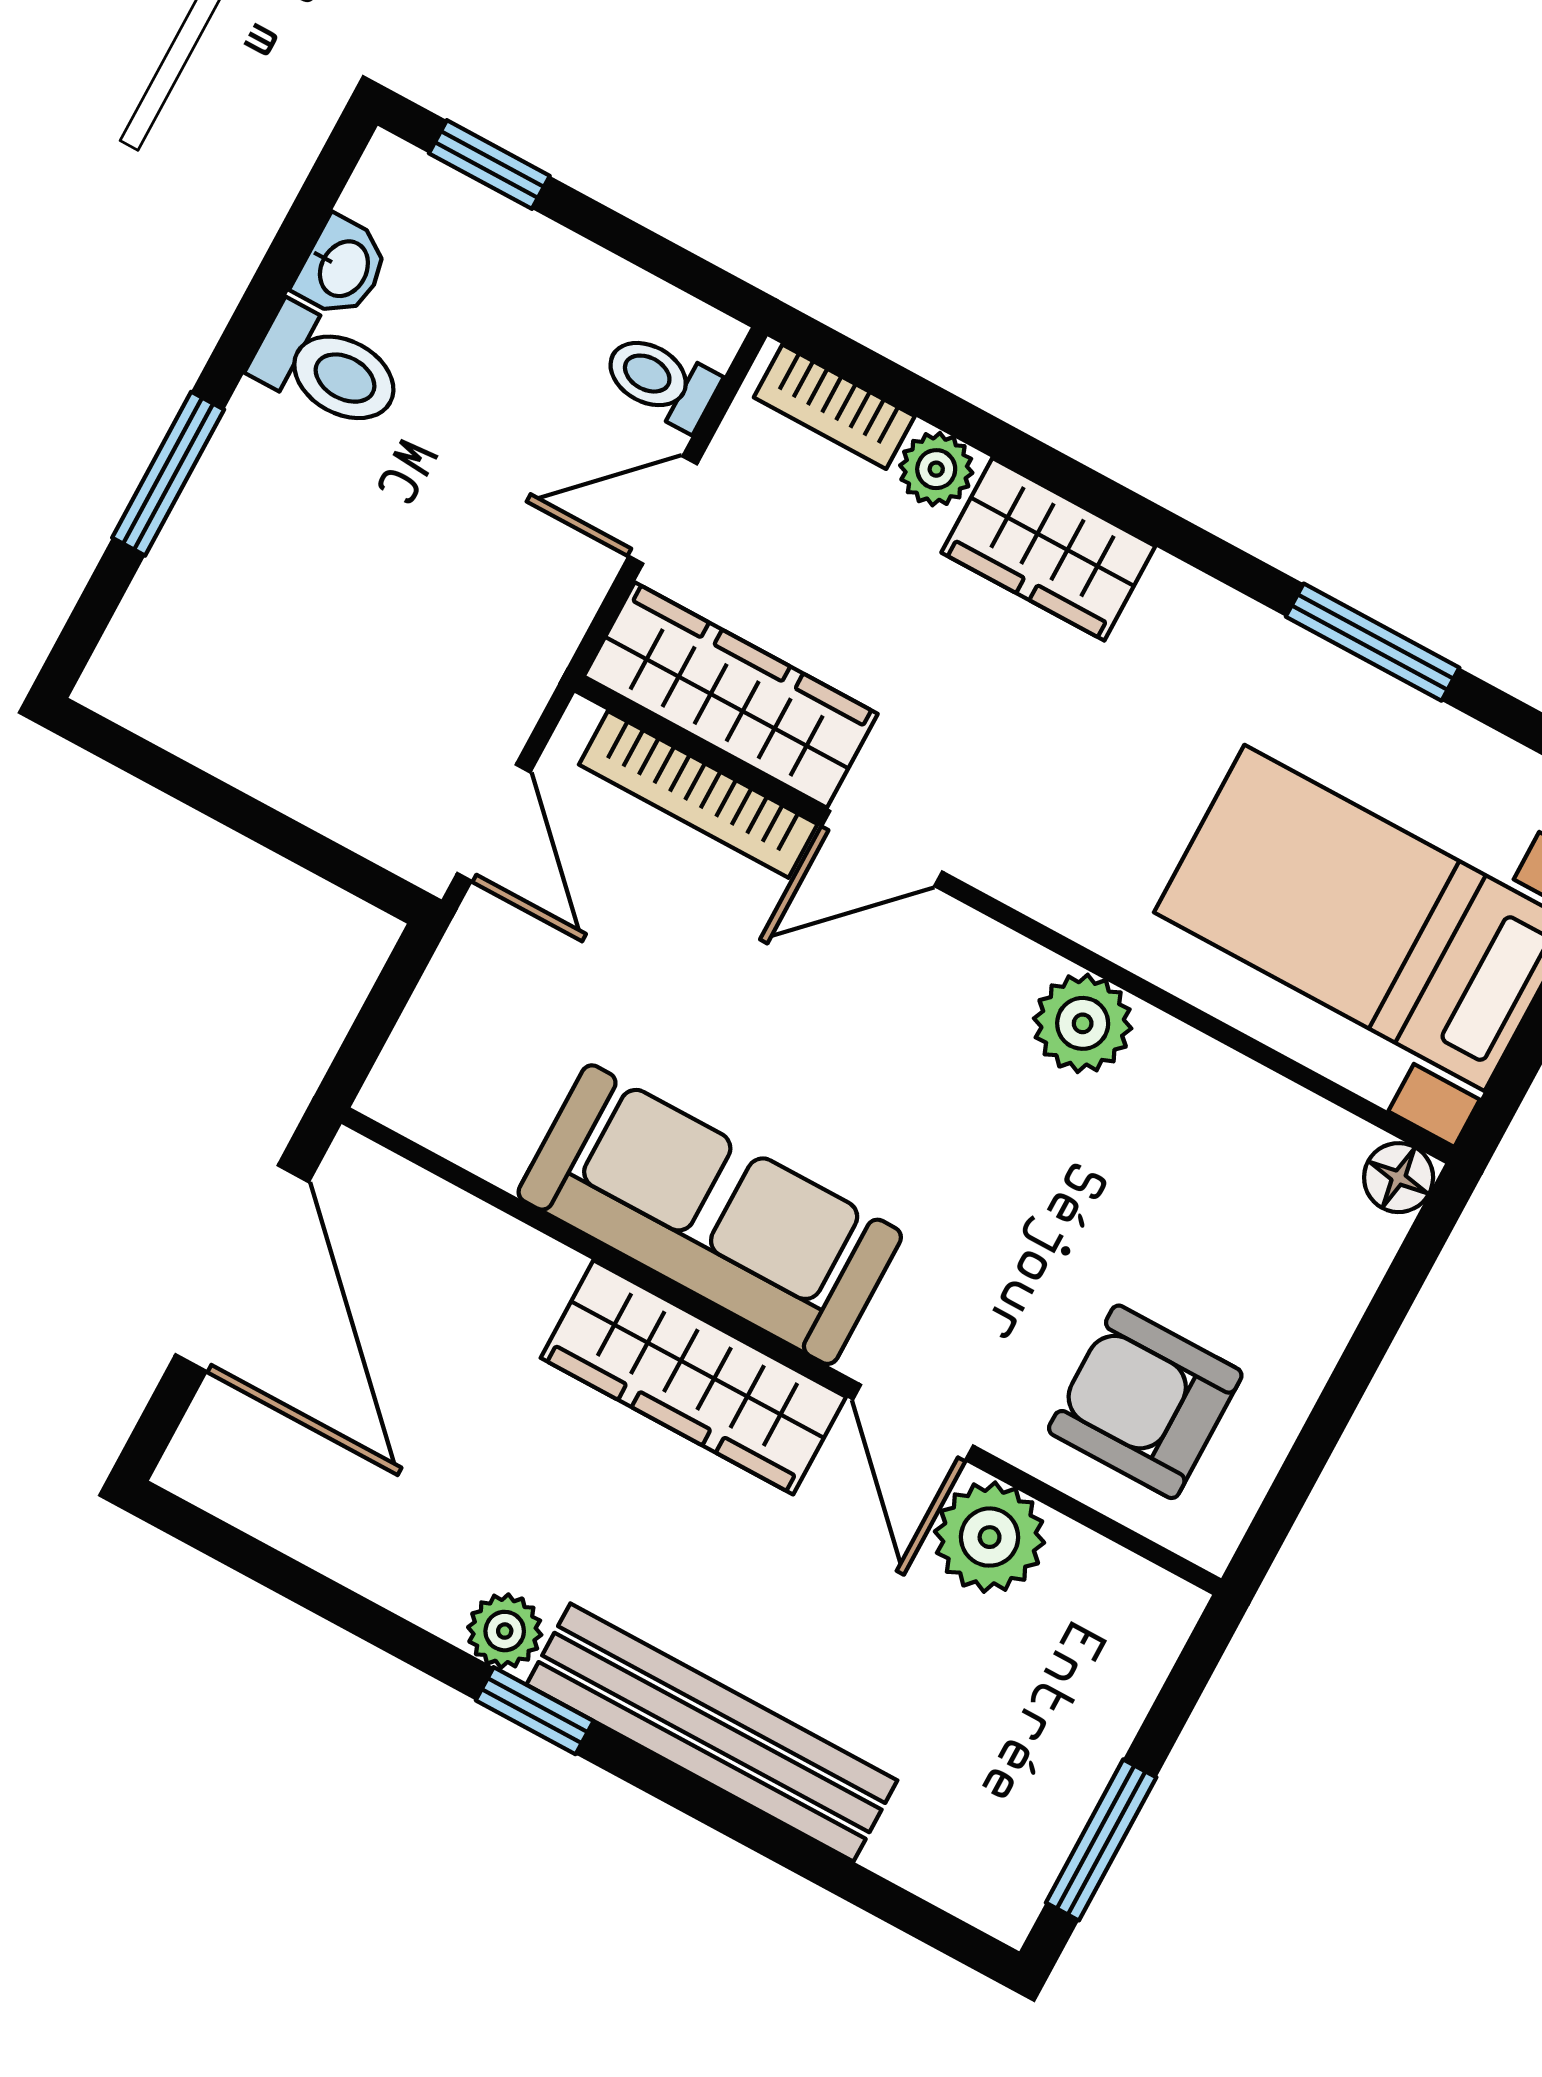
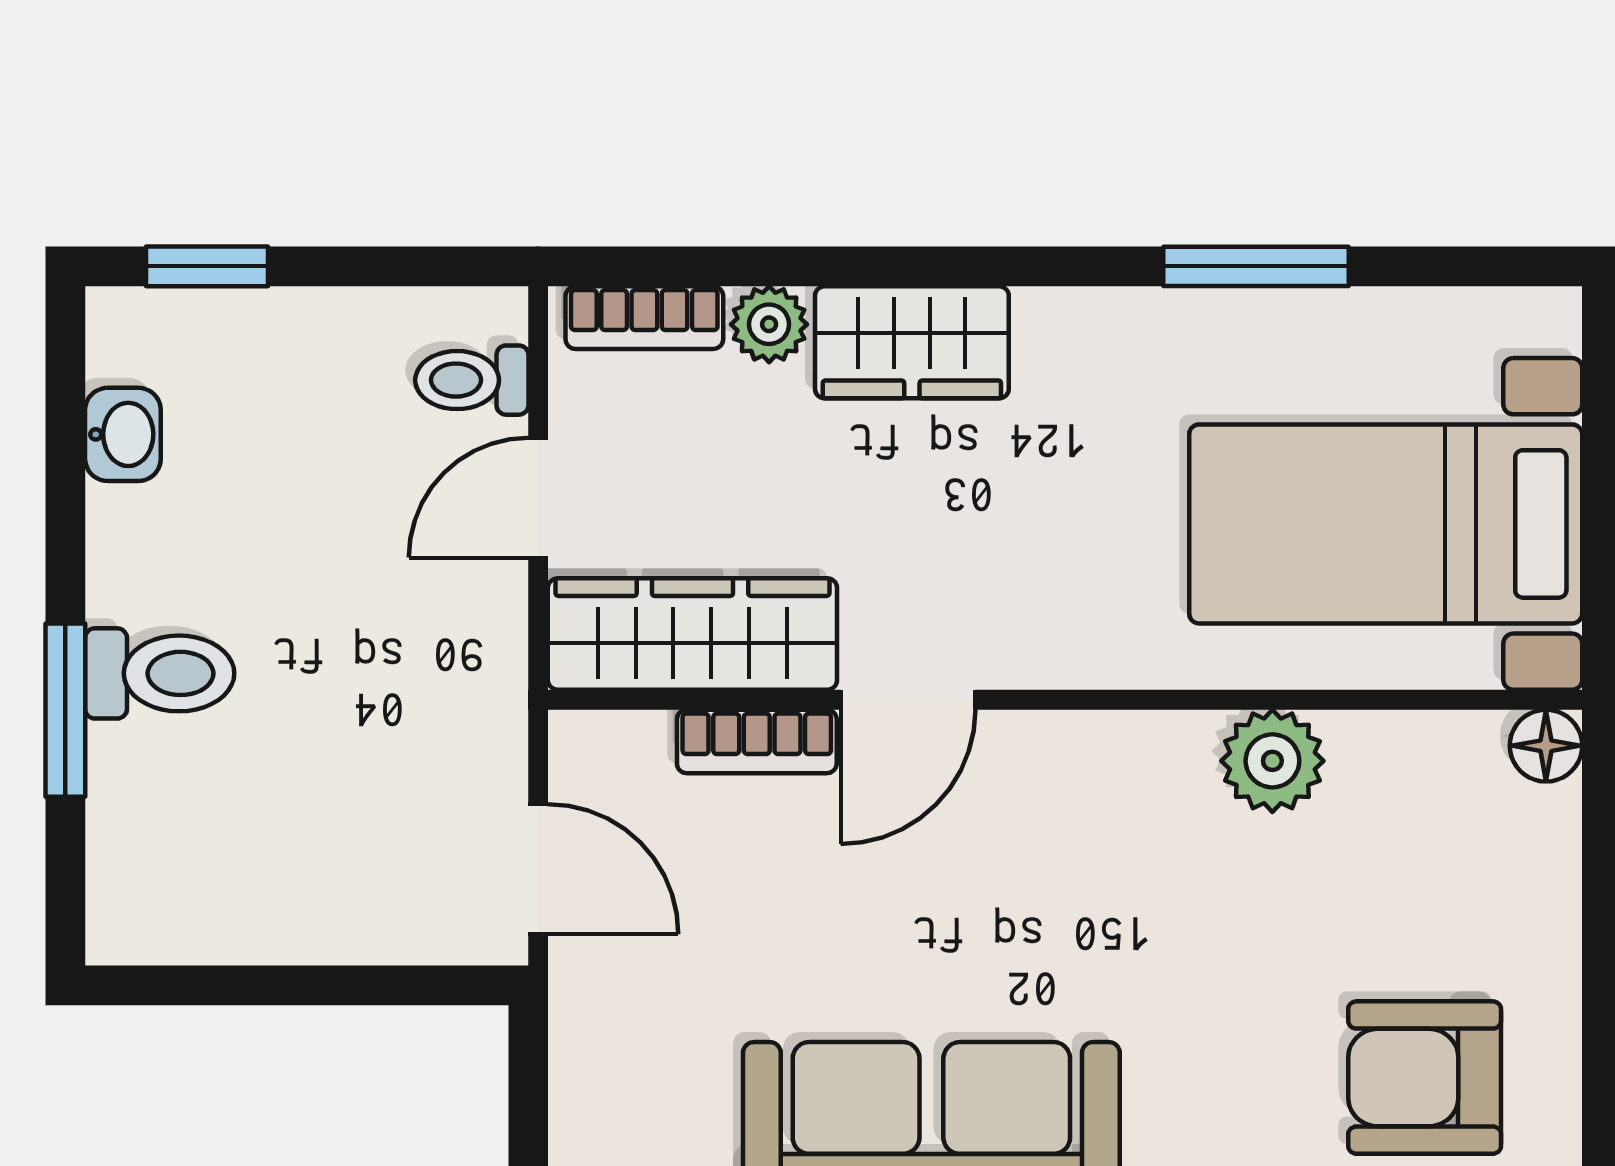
toilet: (327, 369) -> (160, 673), moved
bookcase: (698, 794) -> (757, 741), width x0.64
plant: (1083, 1023) -> (1272, 761), moved

